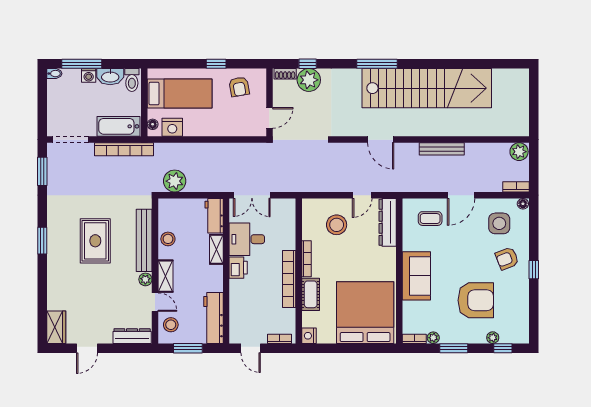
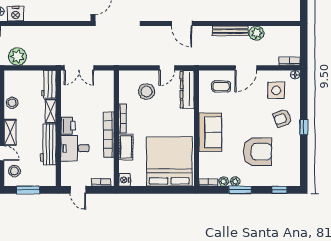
plant: (519, 152) -> (256, 33), moved
desk: (247, 239) -> (75, 148), moved
workbench: (213, 318) -> (48, 144), moved
plant: (493, 338) -> (235, 181), moved

